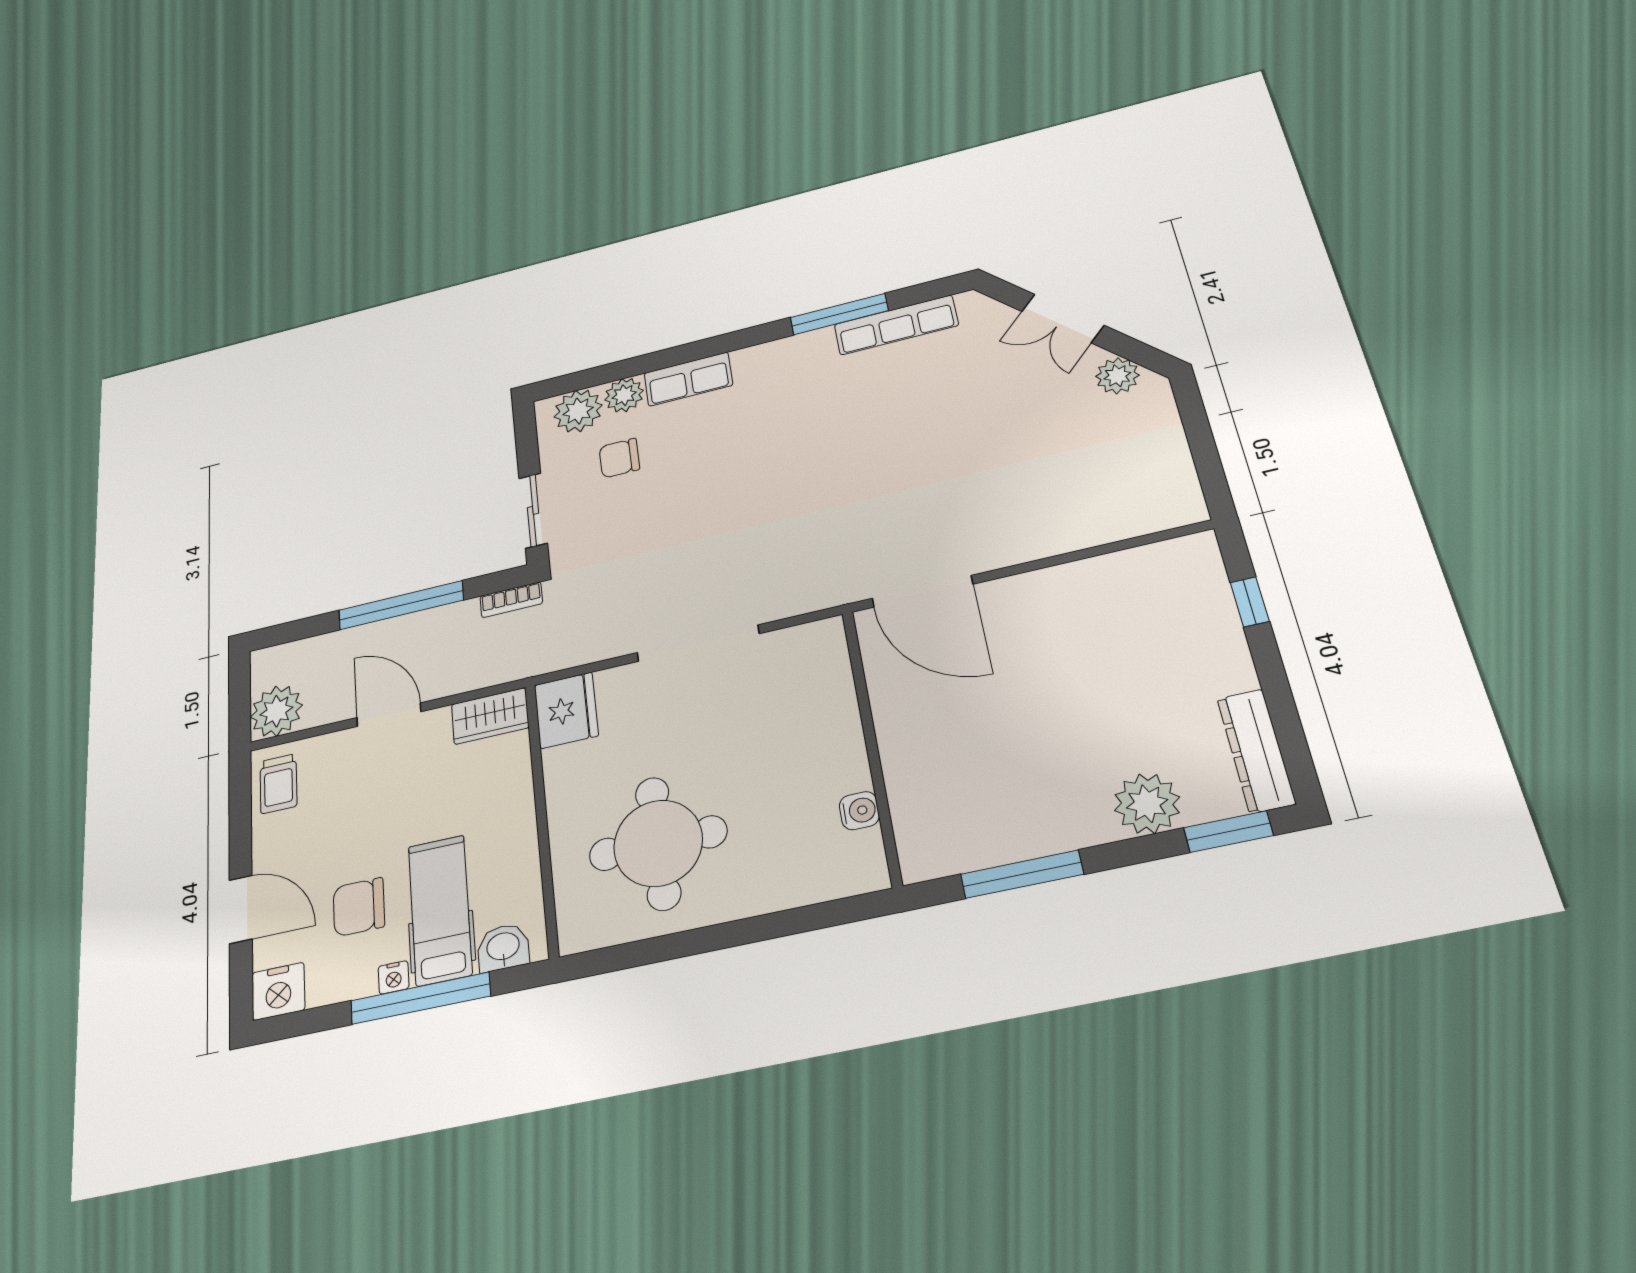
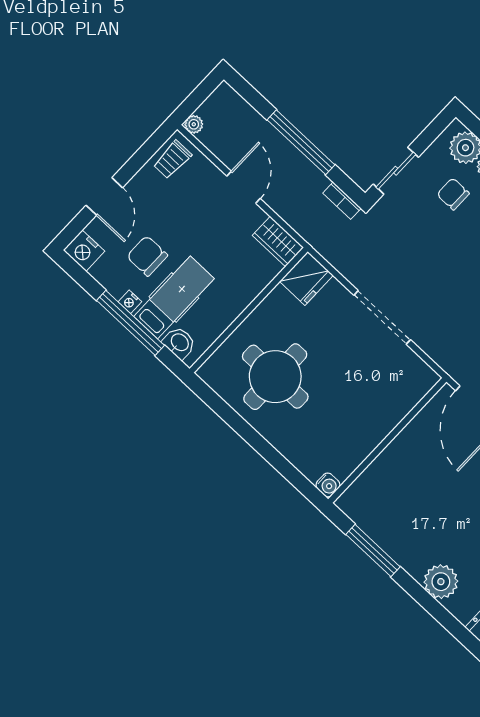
plant: (276, 711) -> (194, 124), width x0.53, depth x0.53
water cooler: (859, 811) -> (328, 485), moved
window: (1228, 832) -> (451, 624), removed

